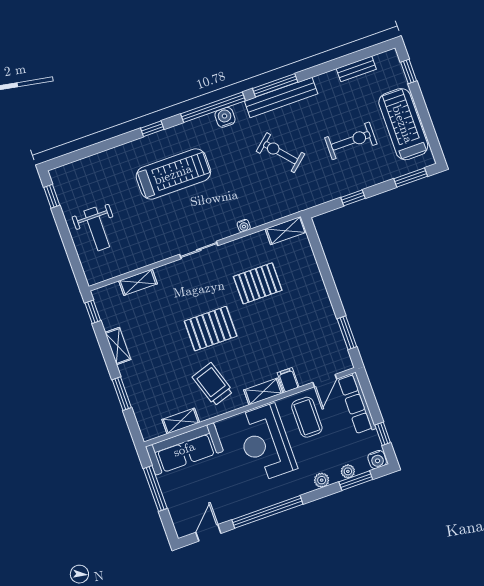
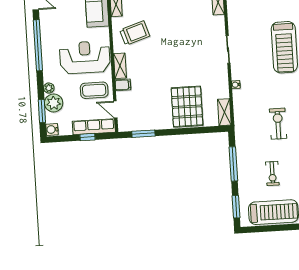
exercise bike: (351, 141) -> (272, 173), width x0.73, depth x0.72
exercise bike: (280, 153) -> (278, 124), turned -49
window: (353, 198) -> (233, 164), width x2.17
pallet: (258, 283) -> (187, 107), moved, width x1.37, depth x1.41
pallet: (211, 329) -> (173, 42), removed
window: (383, 434) -> (88, 137), moved
plant: (348, 471) -> (54, 103), width x1.87, depth x1.87

